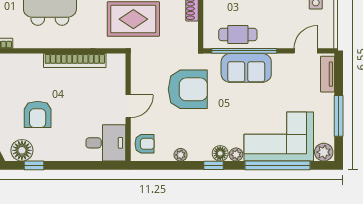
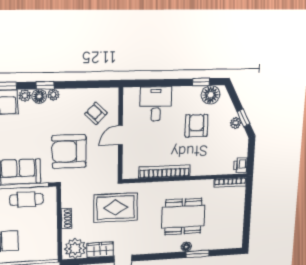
desk: (106, 143) -> (156, 104), moved, turned 90
armchair: (145, 144) -> (96, 114), moved, turned 44
plant: (181, 155) -> (53, 95), moved

